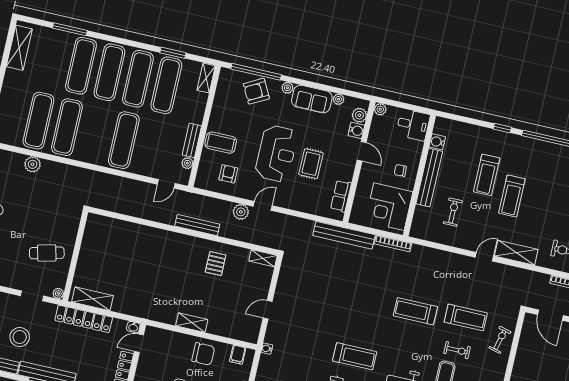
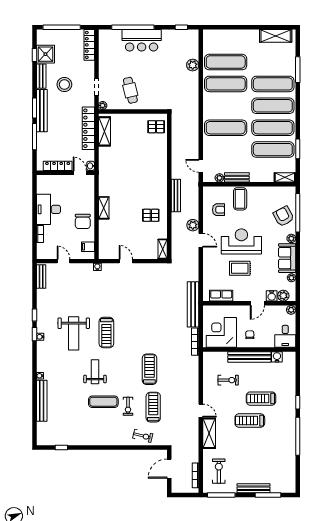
reception desk: (276, 154) -> (241, 241), turned 180
pallet: (102, 230) -> (156, 127), added
treadmill: (466, 318) -> (153, 407), turned 180

